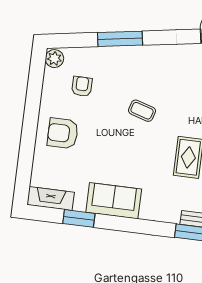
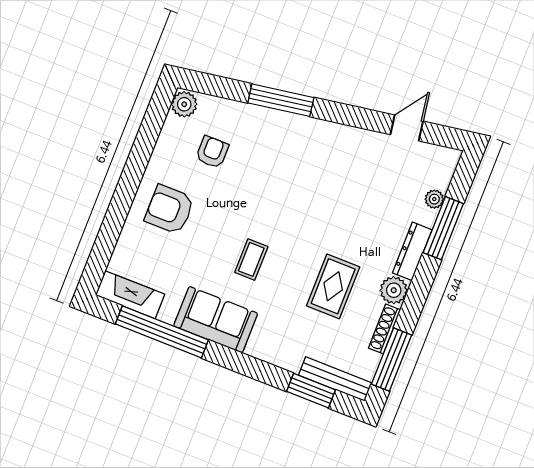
coffee table: (142, 111) -> (251, 259), moved, turned 73
window: (79, 218) -> (162, 332), width x2.11

